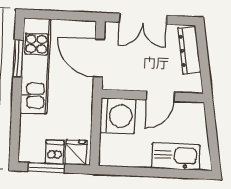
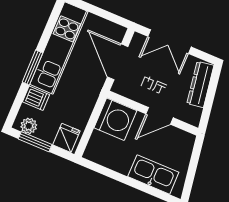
window: (18, 58) -> (33, 68), moved
dishwasher: (55, 152) -> (36, 98), moved, turned 90
plant: (34, 154) -> (29, 126), added

